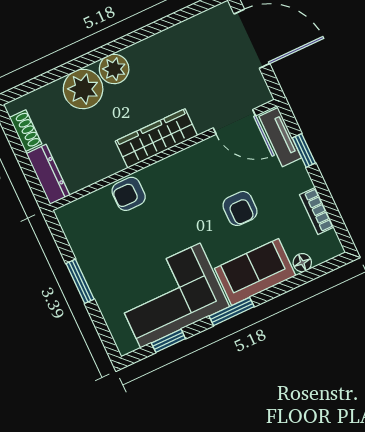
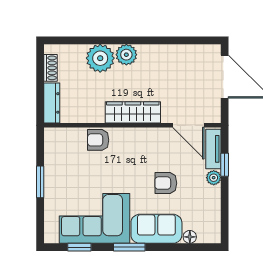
plant: (297, 173) -> (214, 178), added
armchair: (240, 208) -> (166, 183), turned 90
bookcase: (317, 211) -> (215, 208), removed

